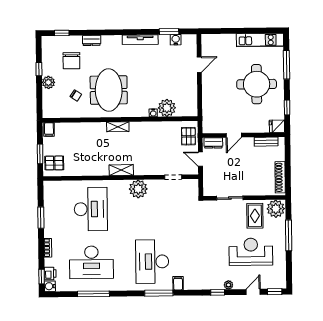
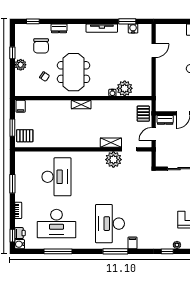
door: (200, 159) -> (154, 134), hinge flipped
shelving: (121, 170) -> (111, 143), moved
plant: (138, 189) -> (113, 160), moved

